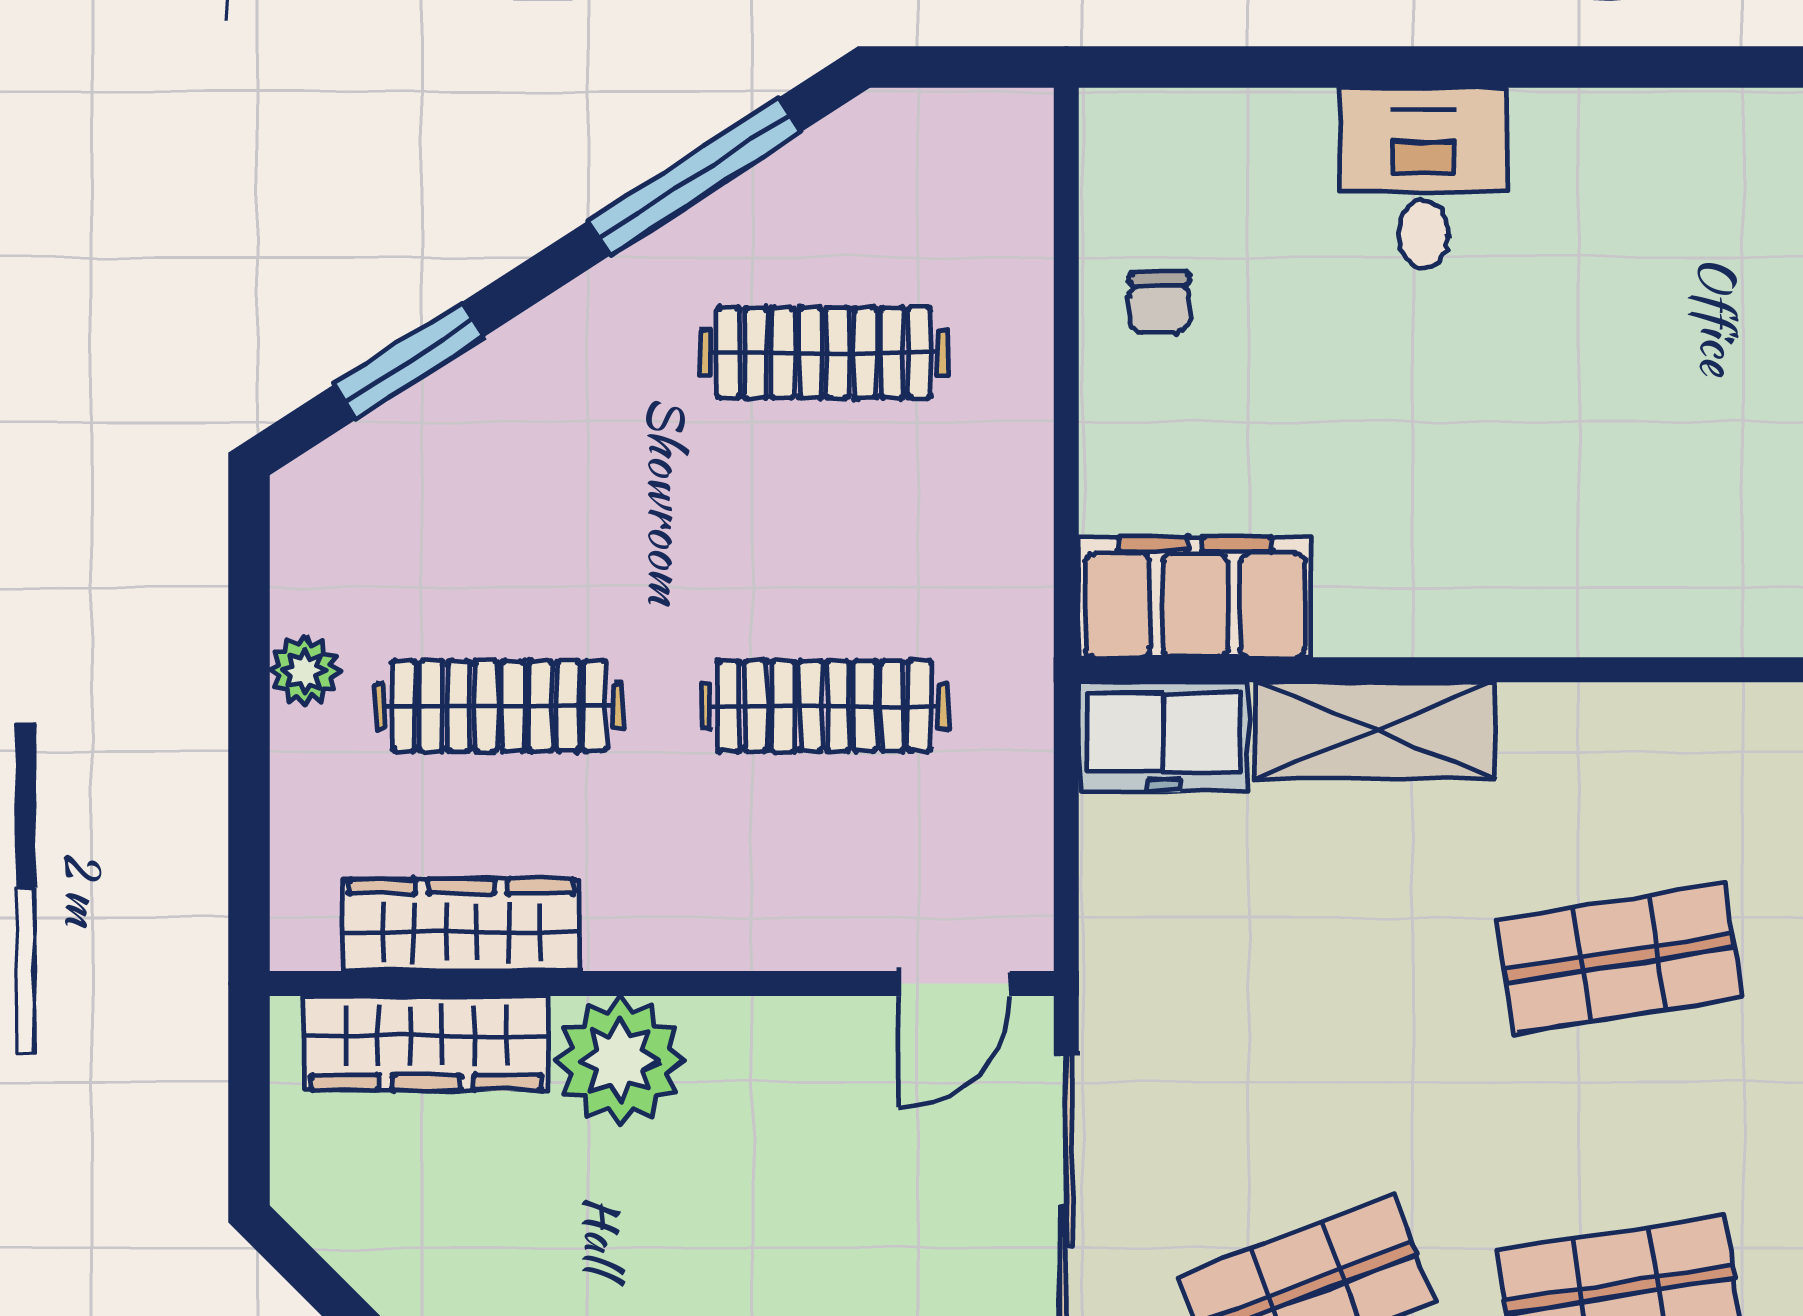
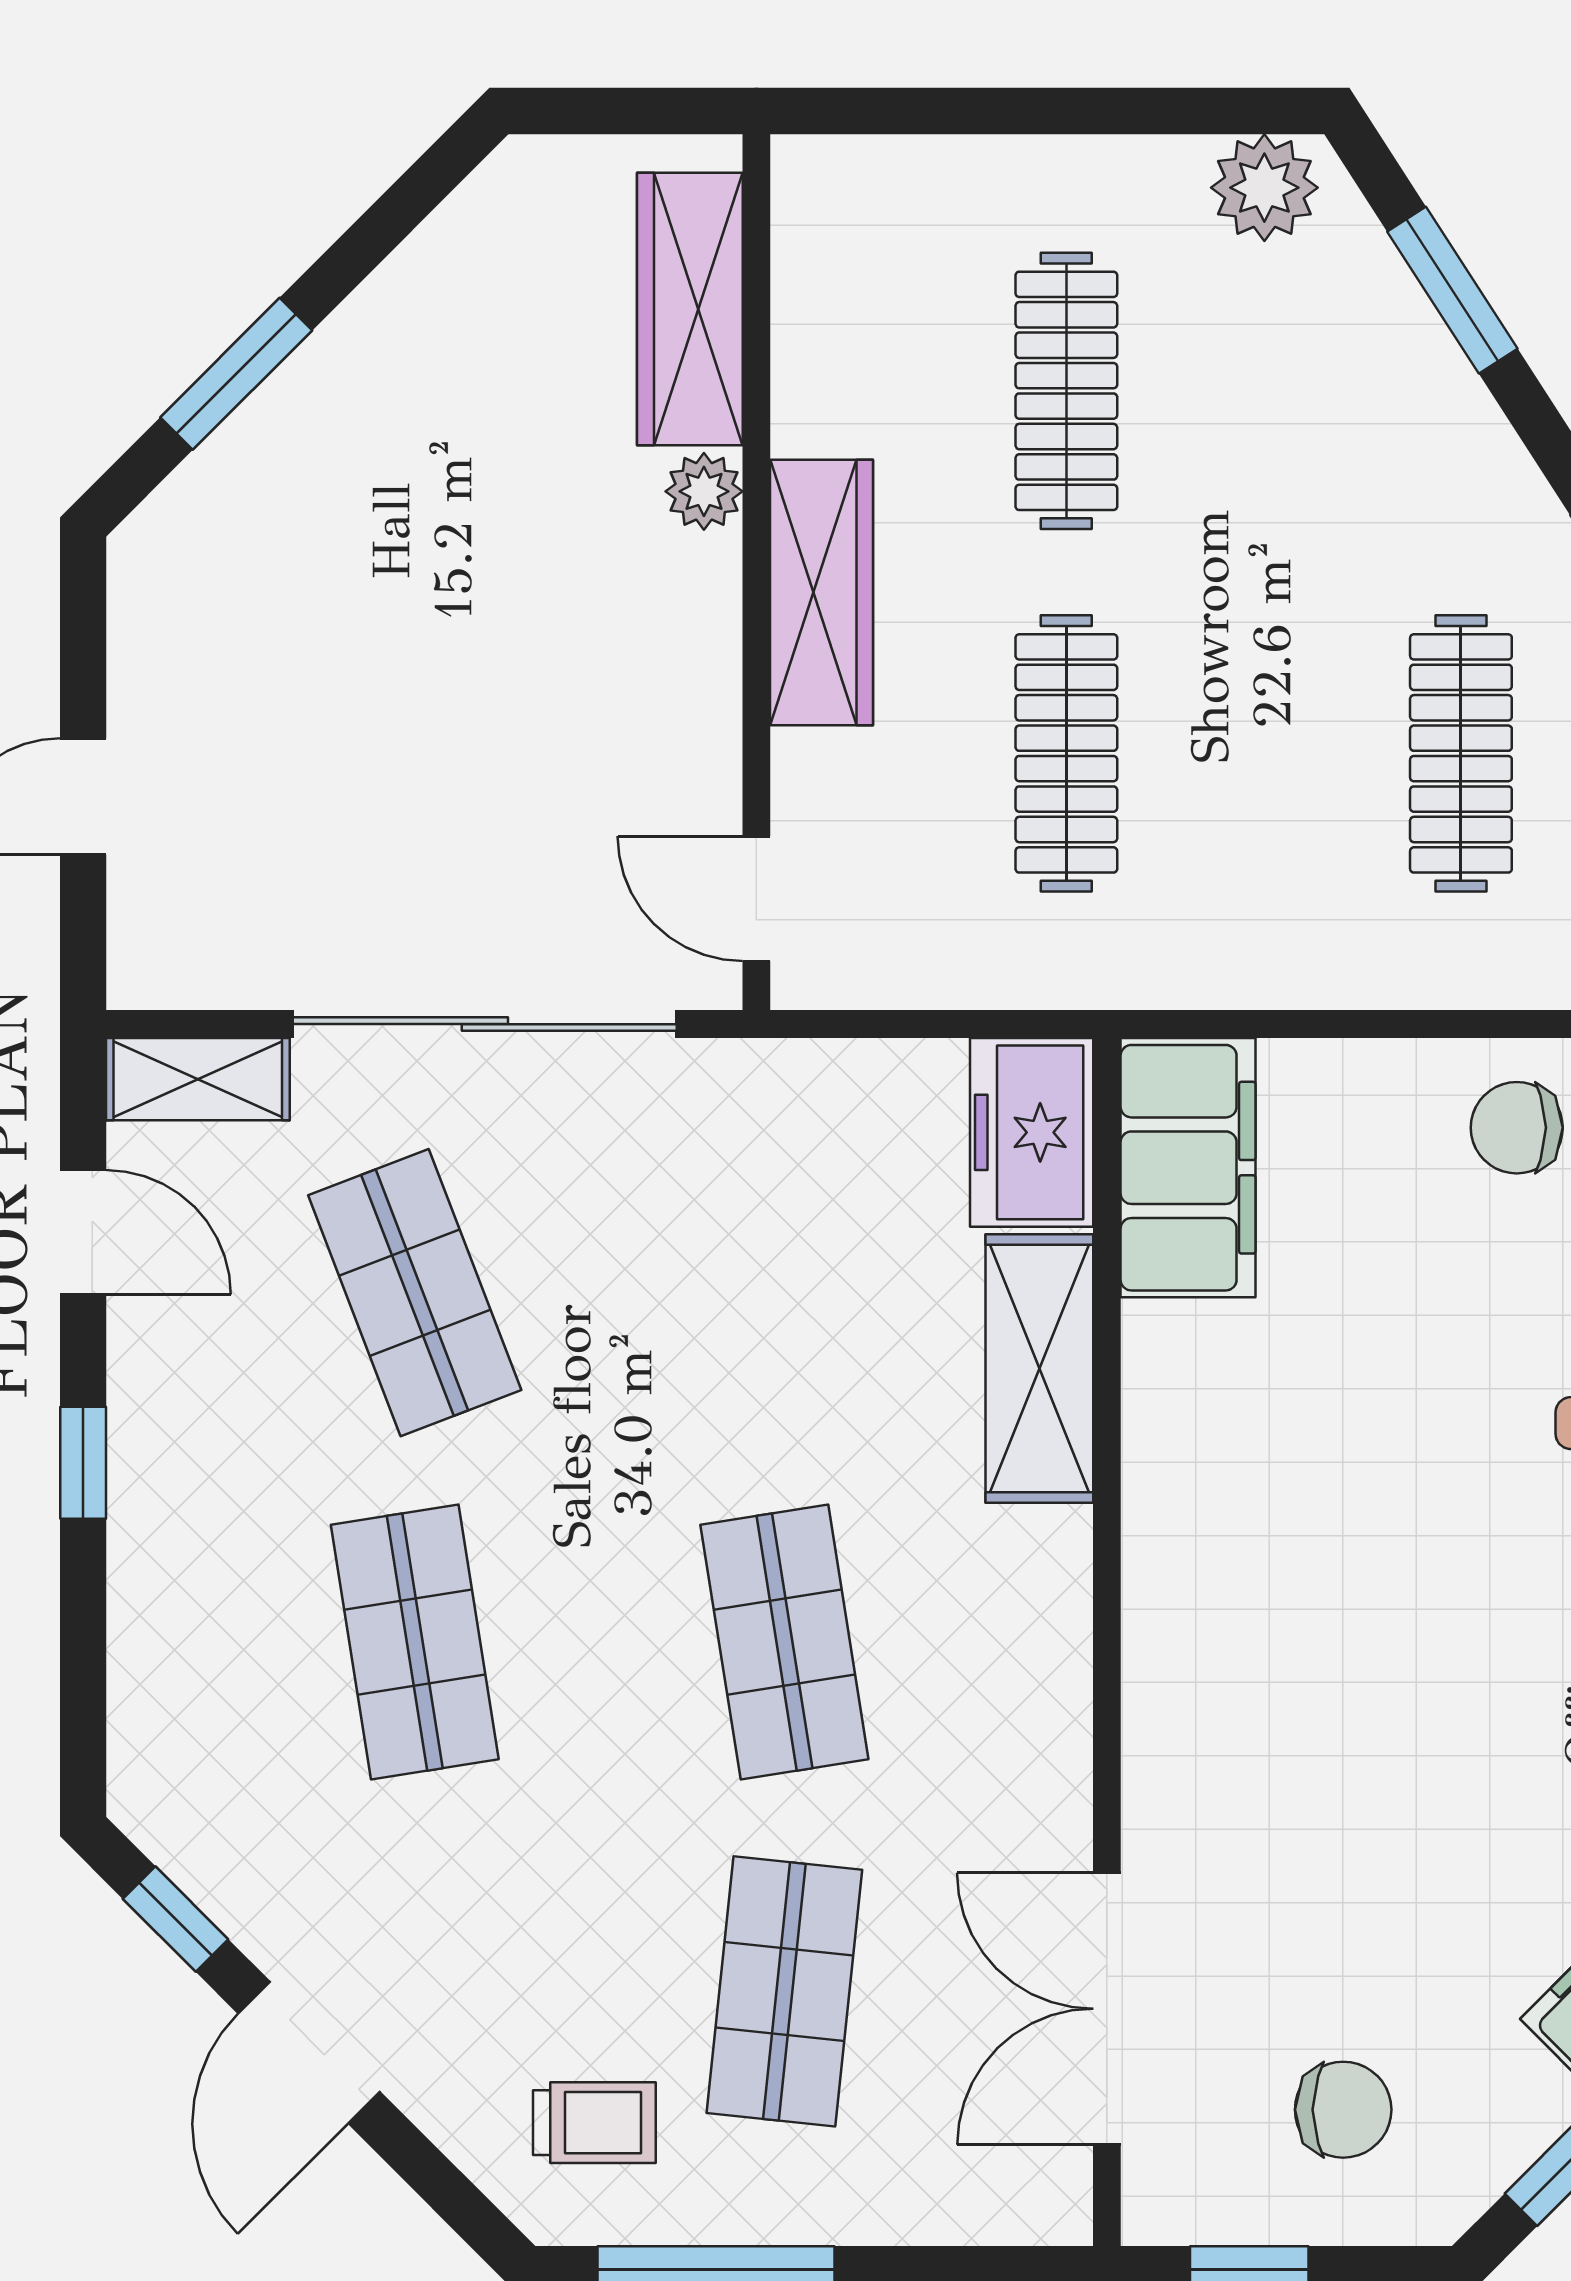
chair: (1159, 303) -> (1517, 1128), width x1.37, depth x1.37
plant: (304, 671) -> (1264, 188), moved, width x1.38, depth x1.38
wardrobe: (461, 925) -> (822, 592), moved
plant: (620, 1061) -> (704, 491), width x0.53, depth x0.53

